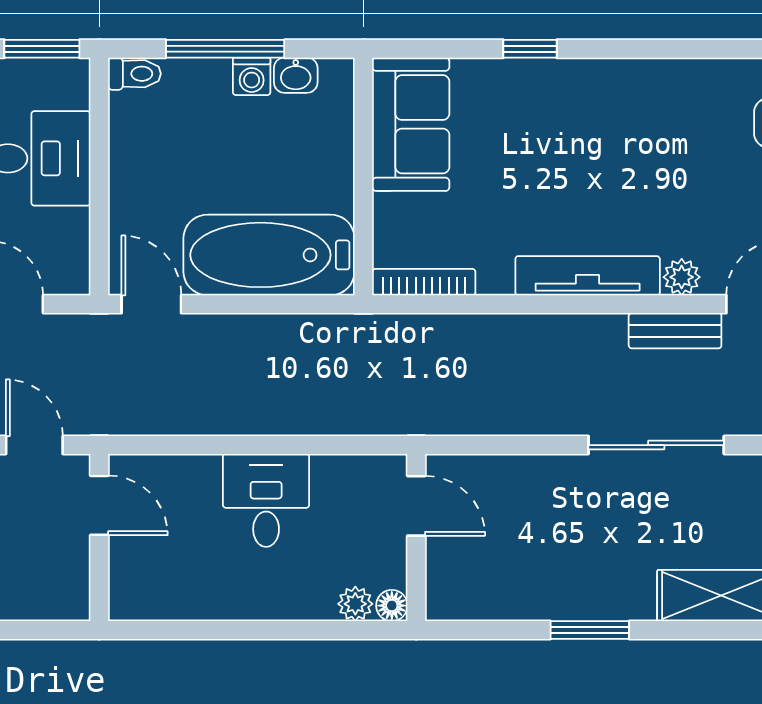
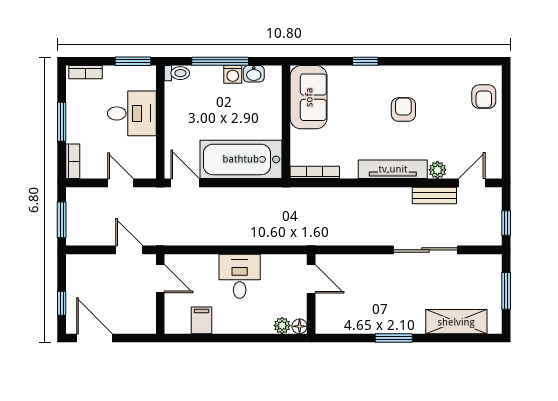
armchair: (610, 150) -> (403, 109), added
filing cabinet: (186, 593) -> (202, 320), added

